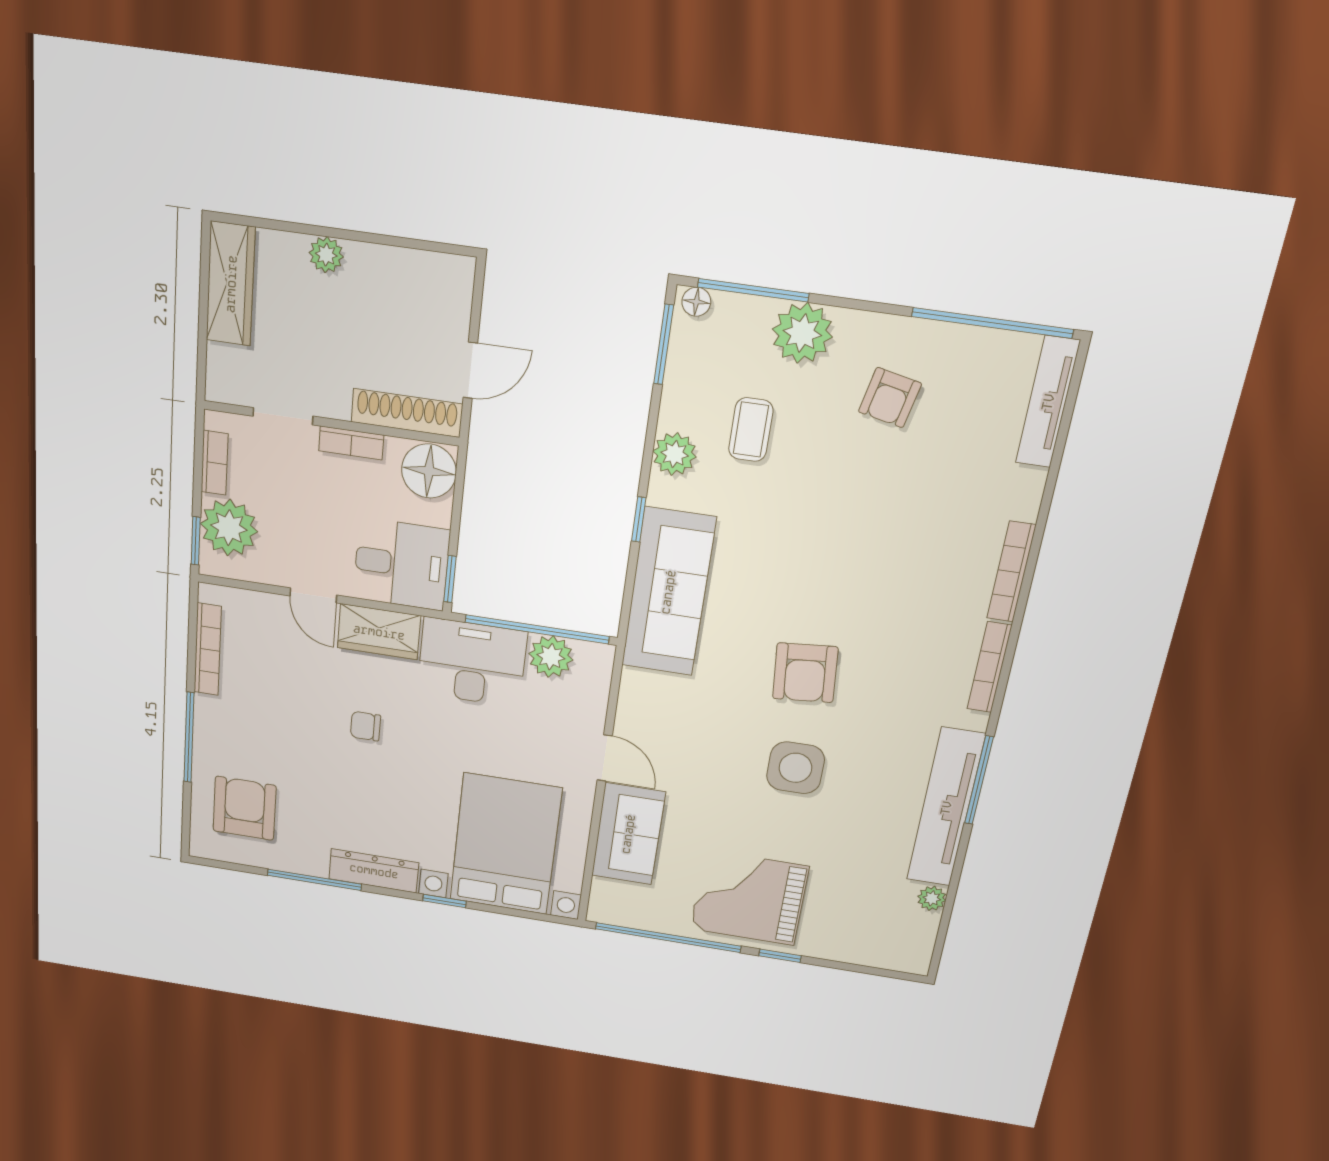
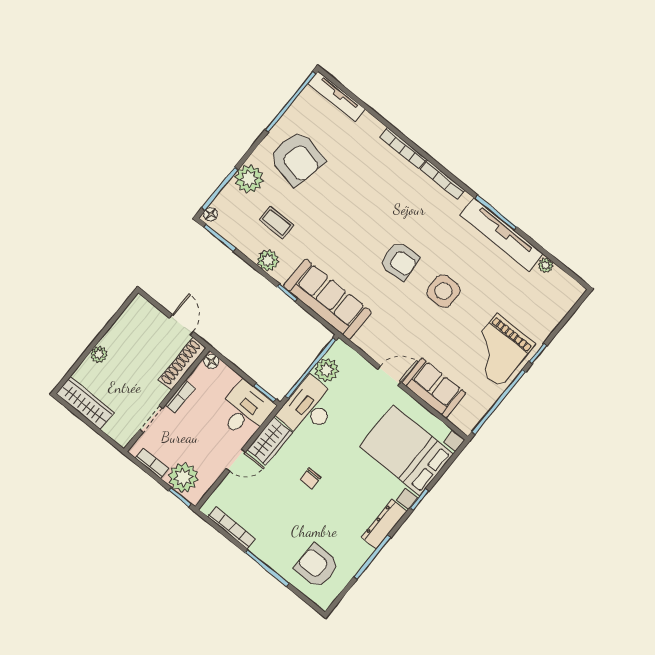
armchair: (890, 398) -> (297, 158), width x1.88, depth x1.88
floor lamp: (429, 471) -> (211, 361), width x0.53, depth x0.53

